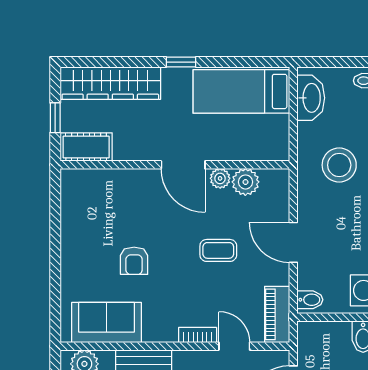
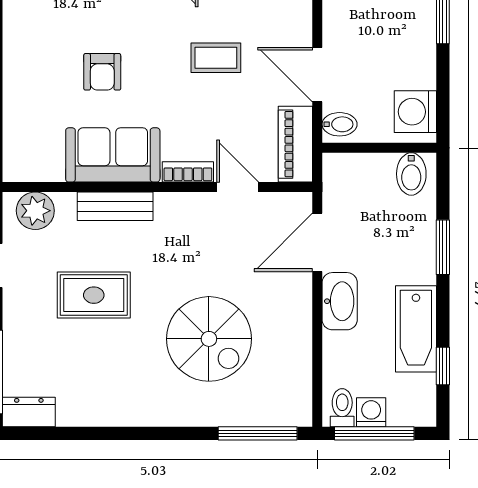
door: (293, 242) -> (317, 75), moved
sofa: (106, 322) -> (113, 155), moved

